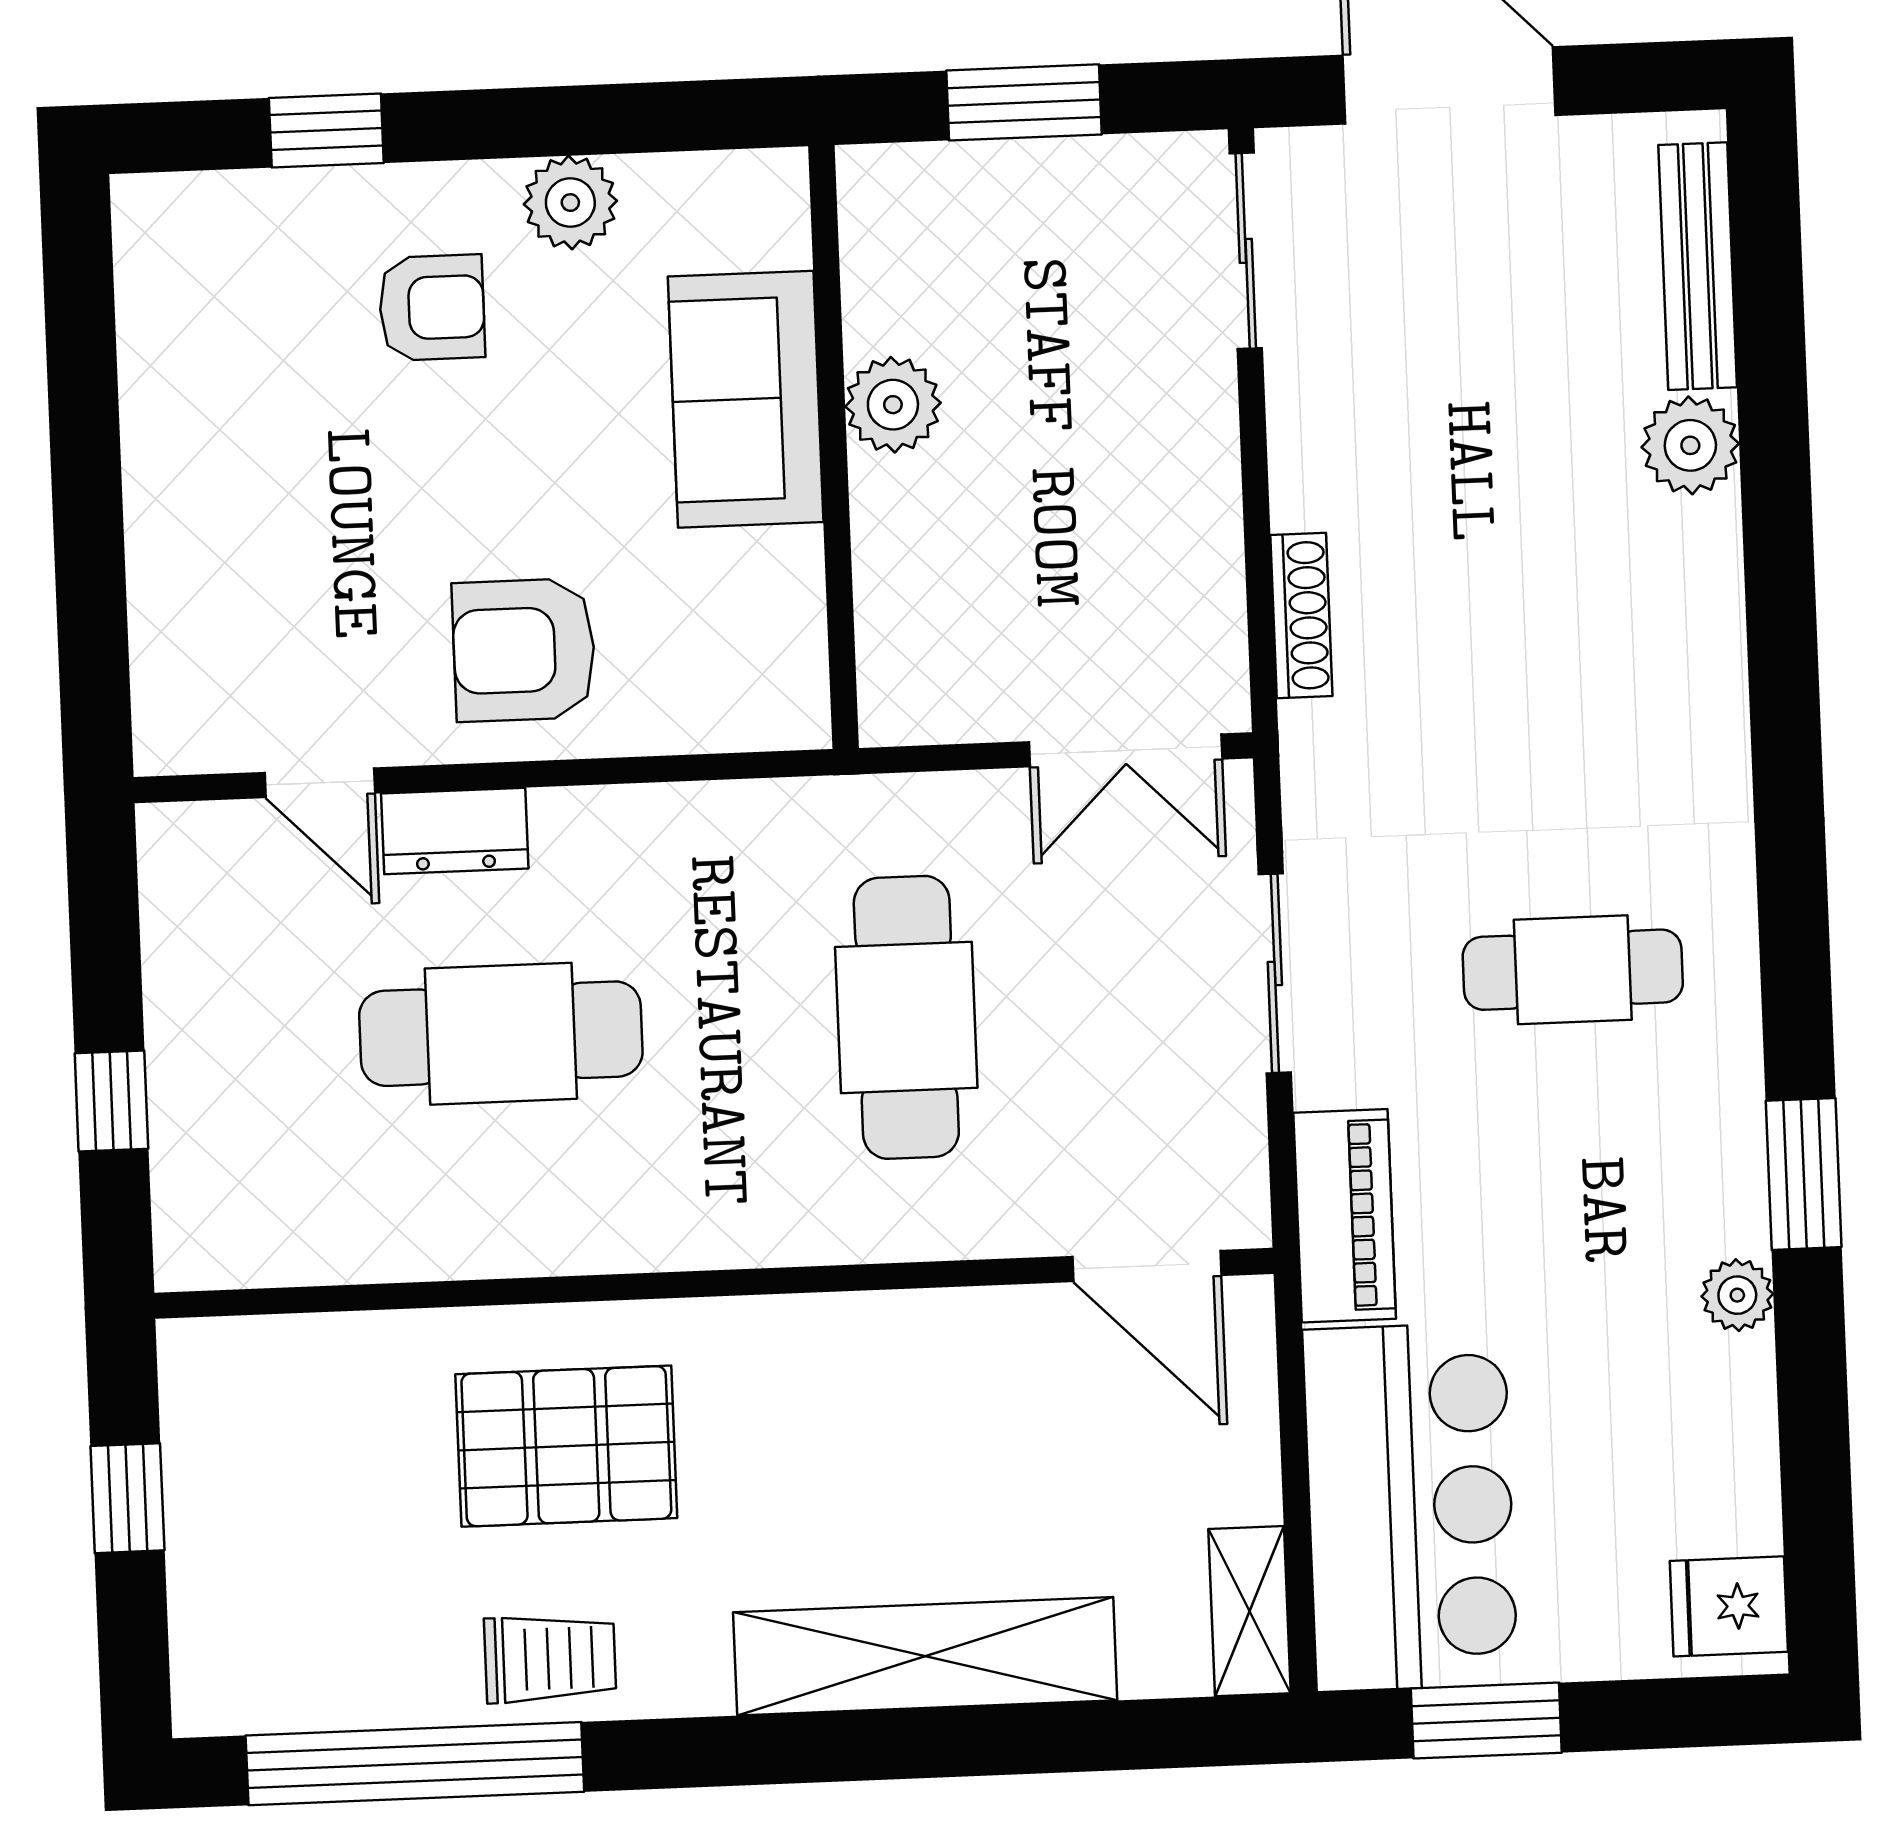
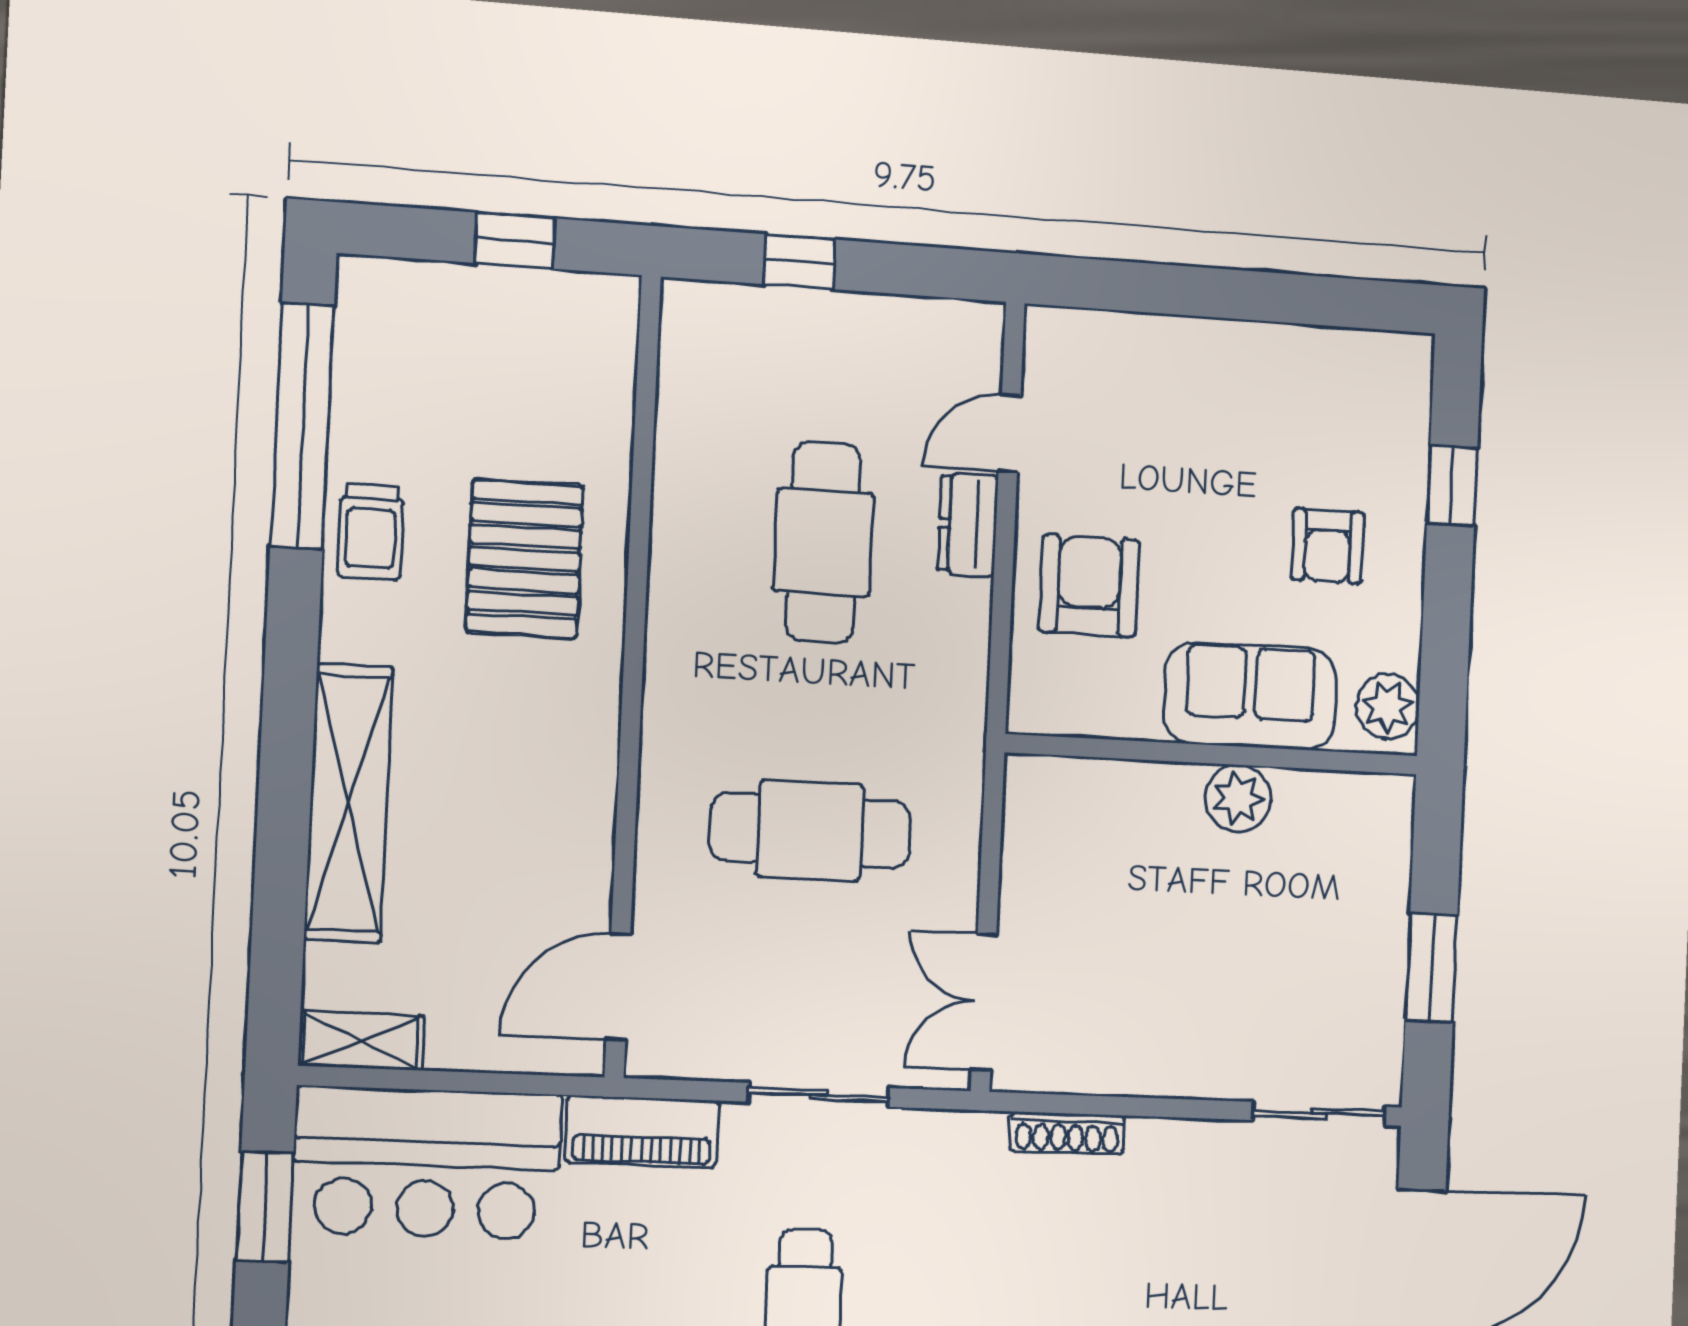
plant: (570, 203) -> (1388, 706), moved
sofa: (746, 399) -> (1250, 696), moved
plant: (893, 405) -> (1238, 798), moved
wall: (834, 447) -> (1213, 754), moved

